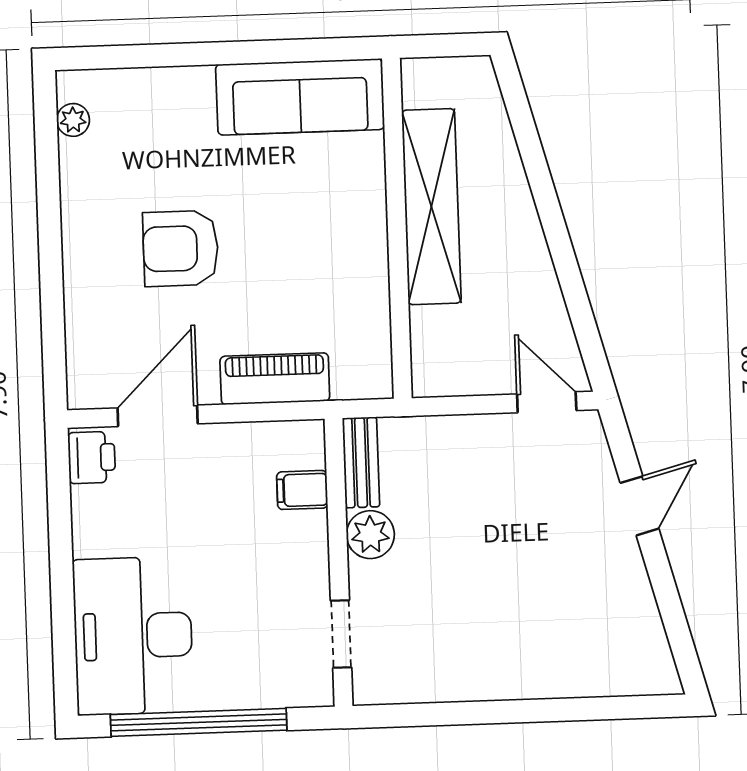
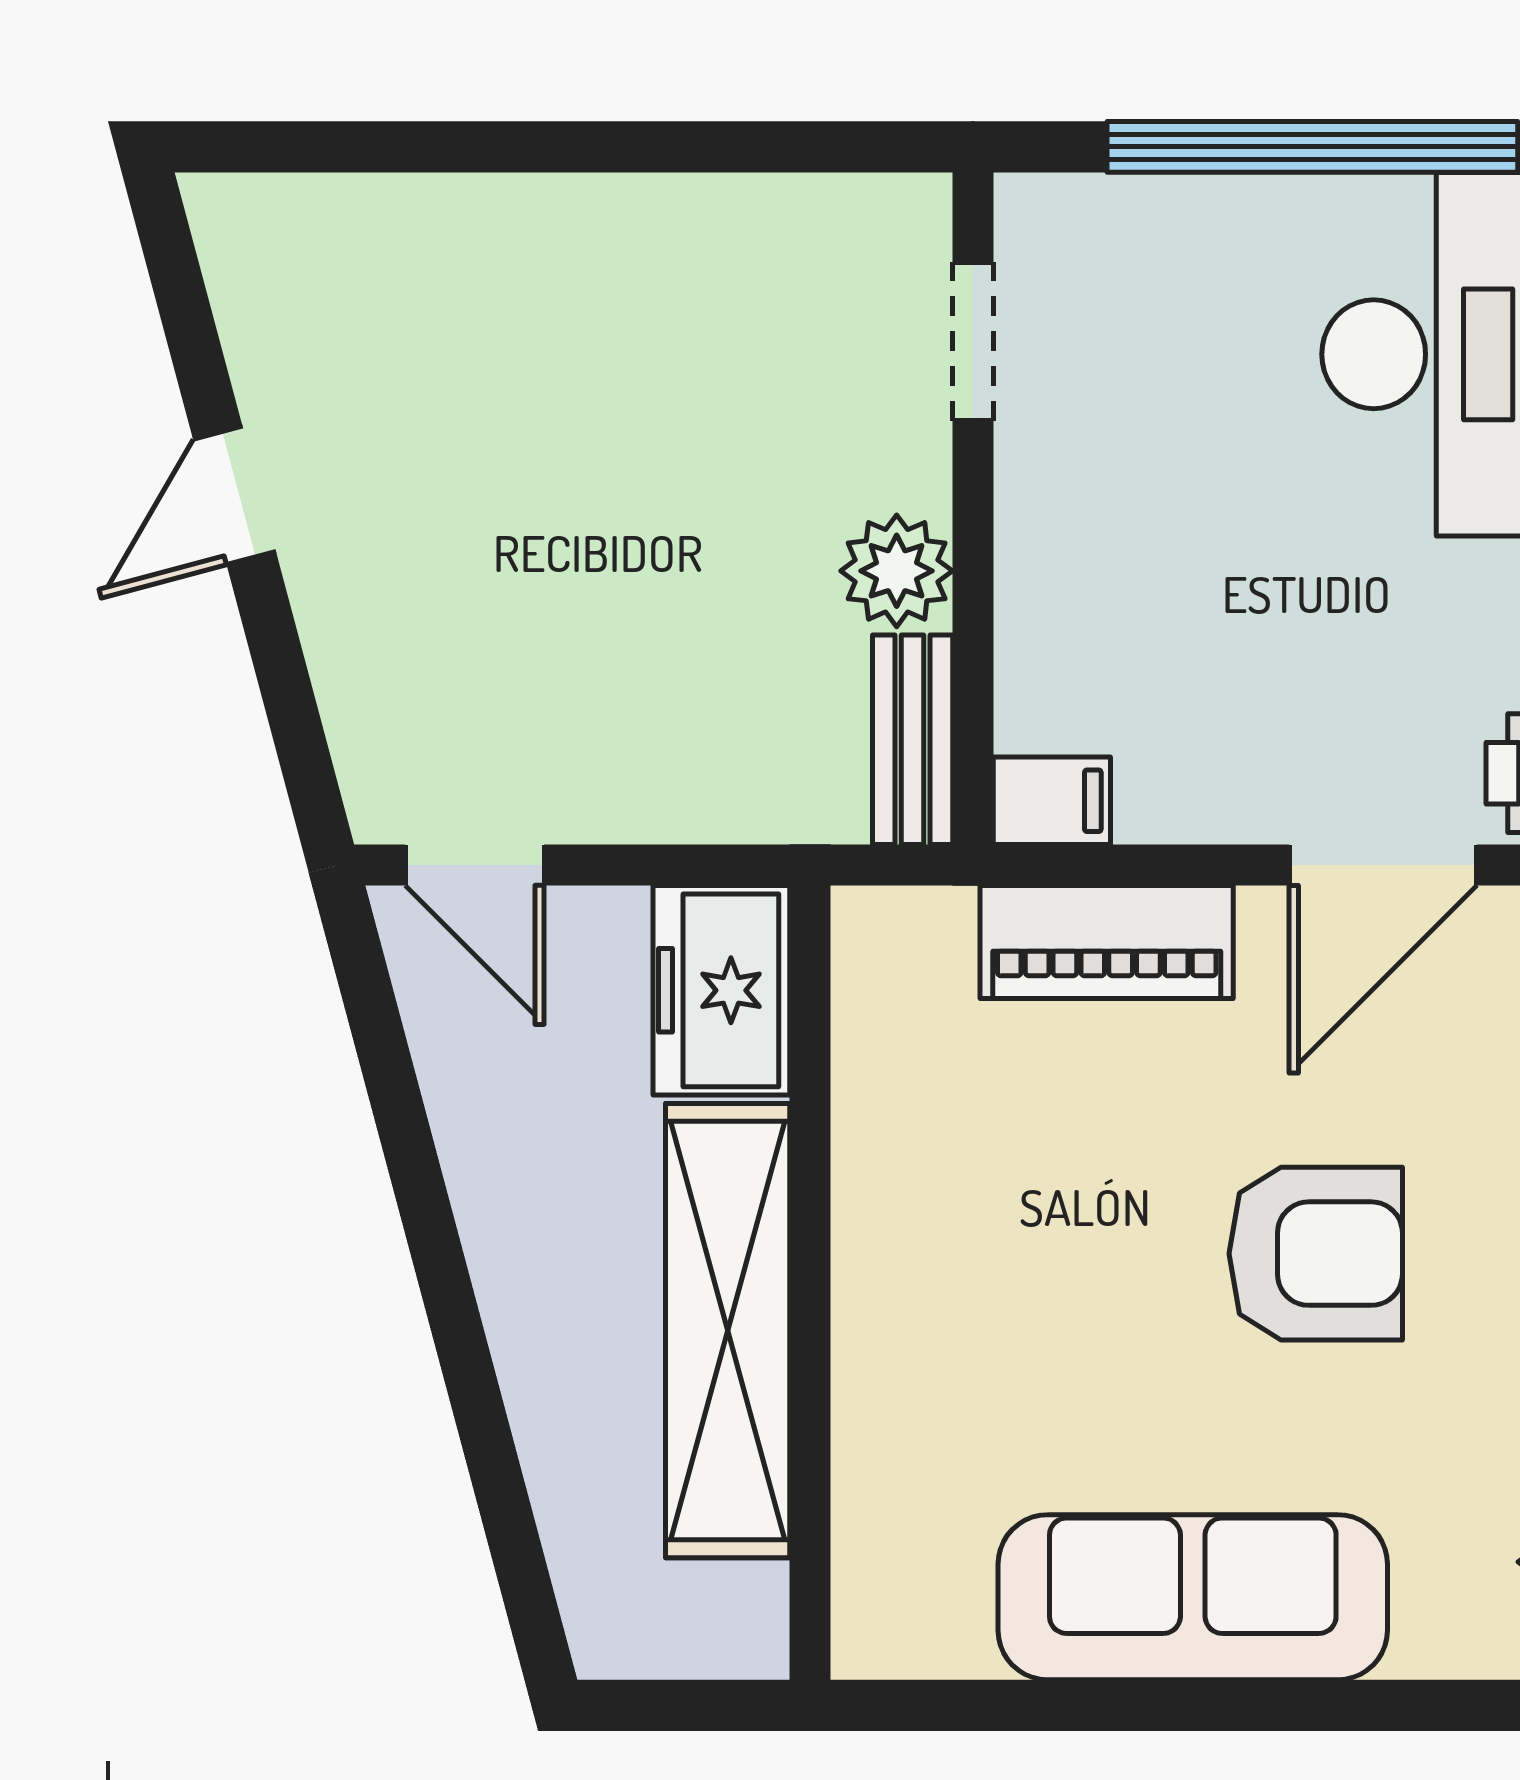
sofa: (300, 97) -> (1193, 1597), moved
freezer: (439, 352) -> (721, 990), added
filing cabinet: (302, 490) -> (1052, 801), moved
door: (640, 506) -> (234, 495), moved

